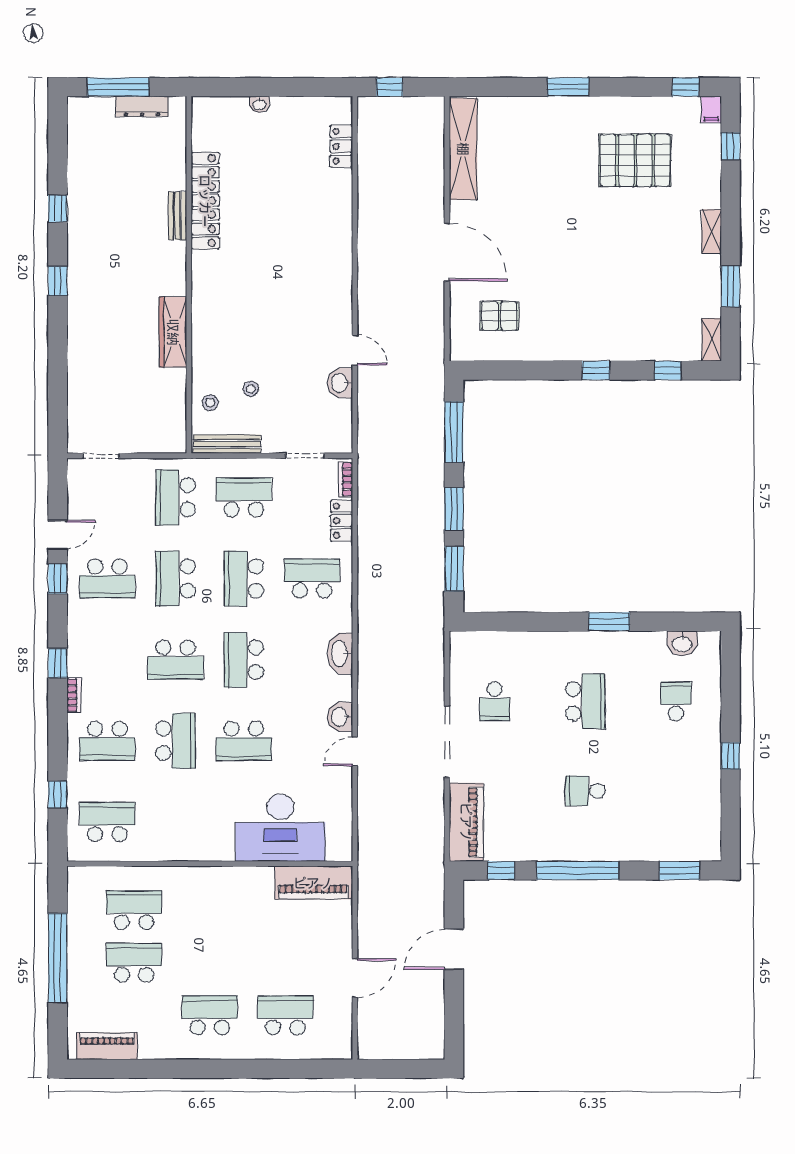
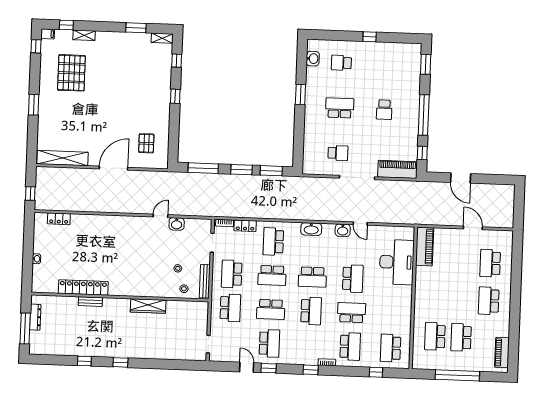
shelving: (711, 231) -> (84, 35), moved
school desk: (176, 497) -> (230, 308), turned -90

